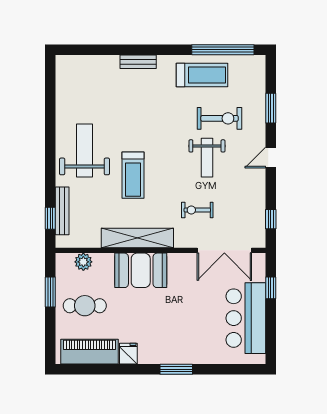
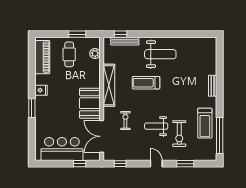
booth: (141, 270) -> (90, 103), moved
fridge: (128, 354) -> (41, 90), moved

